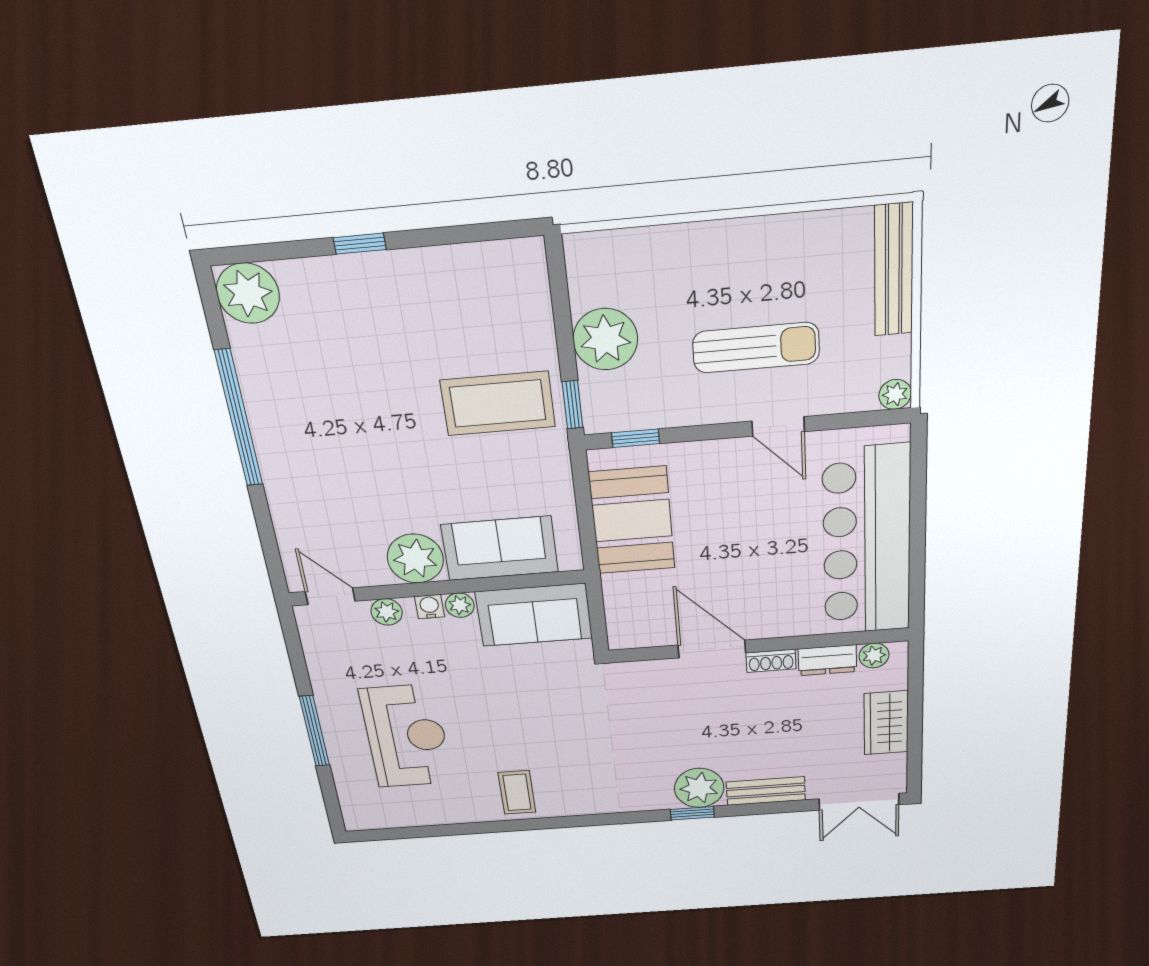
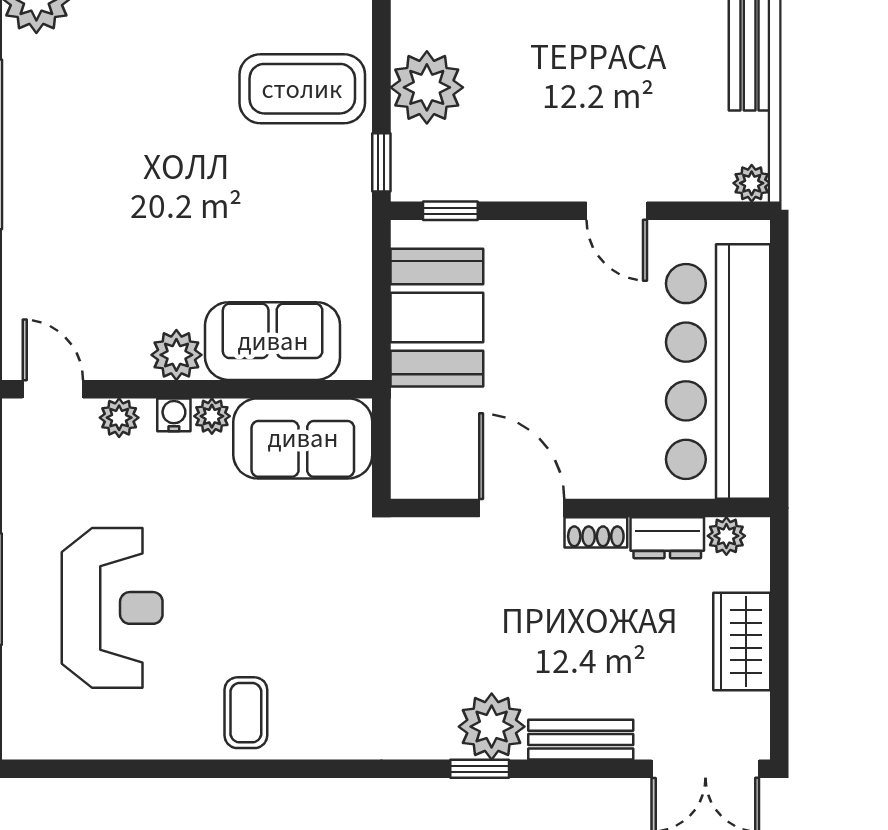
sun lounger: (756, 348) -> (595, 113), removed
coffee table: (498, 404) -> (302, 89), moved
plant: (415, 559) -> (176, 355), width x0.73, depth x0.73

